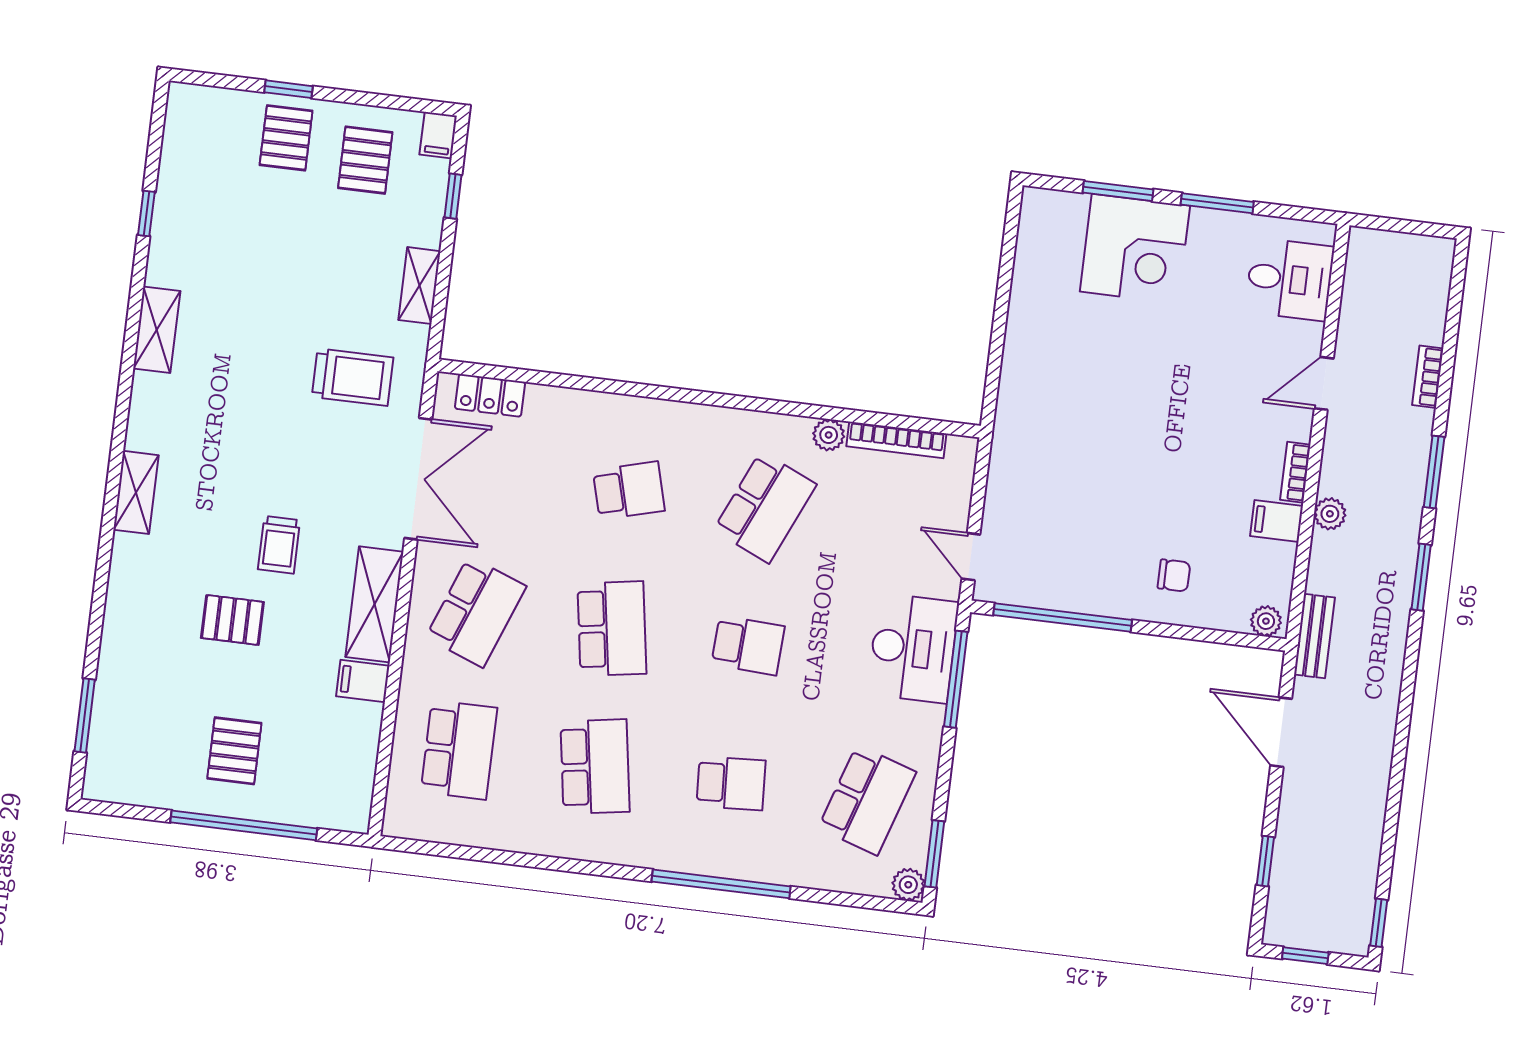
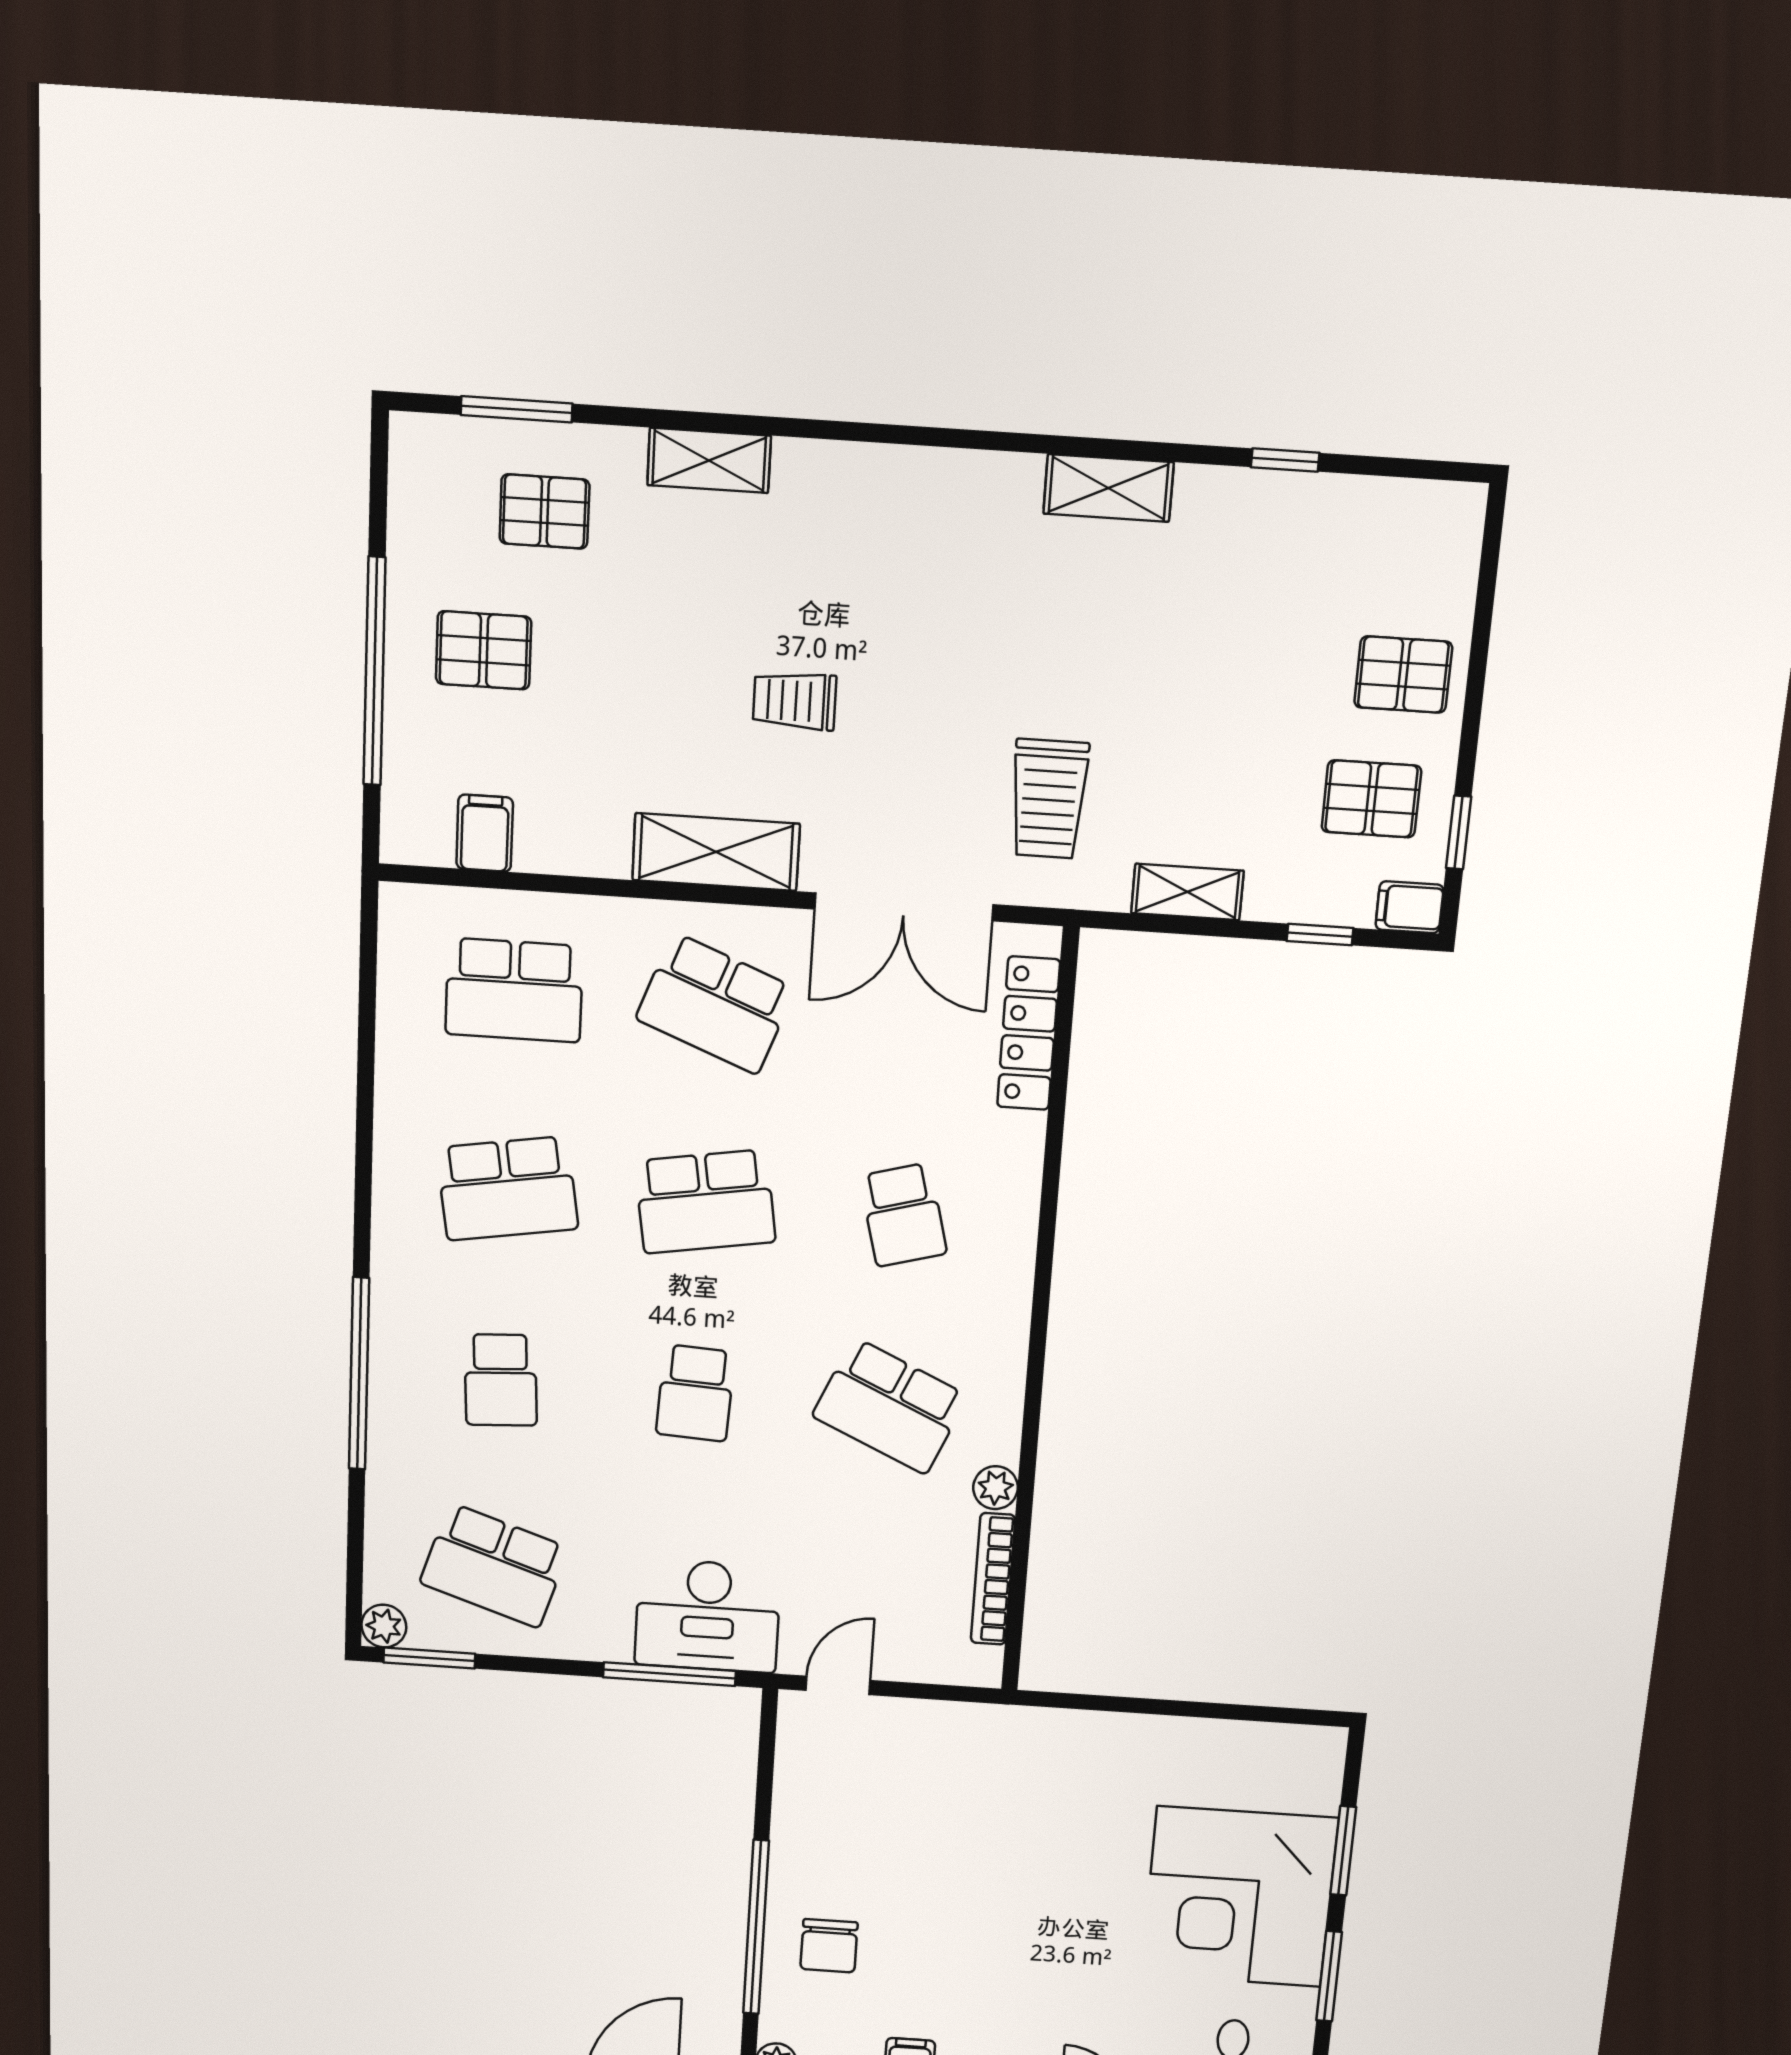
window: (288, 89) -> (1459, 832), moved
corner desk: (1135, 249) -> (1239, 1897), width x1.36, depth x1.36
locker: (490, 395) -> (1029, 1033), width x1.53
shelving: (136, 492) -> (709, 460), moved
chair: (1174, 575) -> (829, 1946), width x1.37, depth x1.37
window: (1063, 618) -> (756, 1927), moved
pallet: (232, 620) -> (544, 512), moved, turned 90
filing cabinet: (363, 681) -> (485, 833), moved

